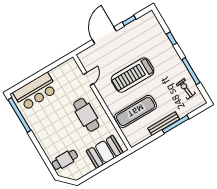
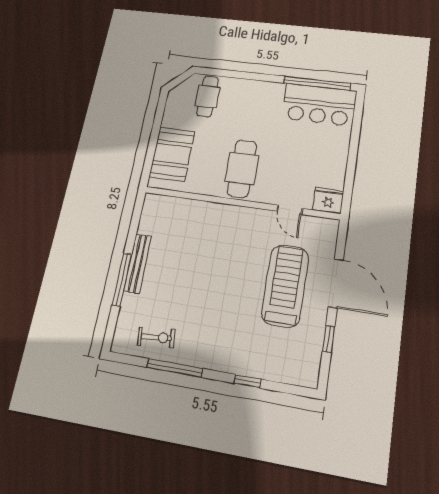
fridge: (71, 66) -> (328, 201), added
treadmill: (133, 75) -> (285, 286), moved
bar counter: (35, 92) -> (319, 105), moved, turned -90
exercise mat: (136, 111) -> (188, 238), removed
cafe table: (86, 115) -> (242, 168), turned 90

